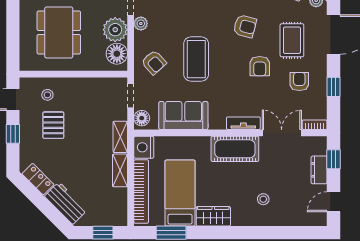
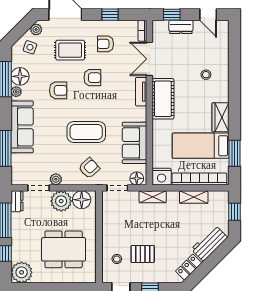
armchair: (245, 26) -> (58, 90), turned 75
shelving: (120, 170) -> (194, 197), moved

